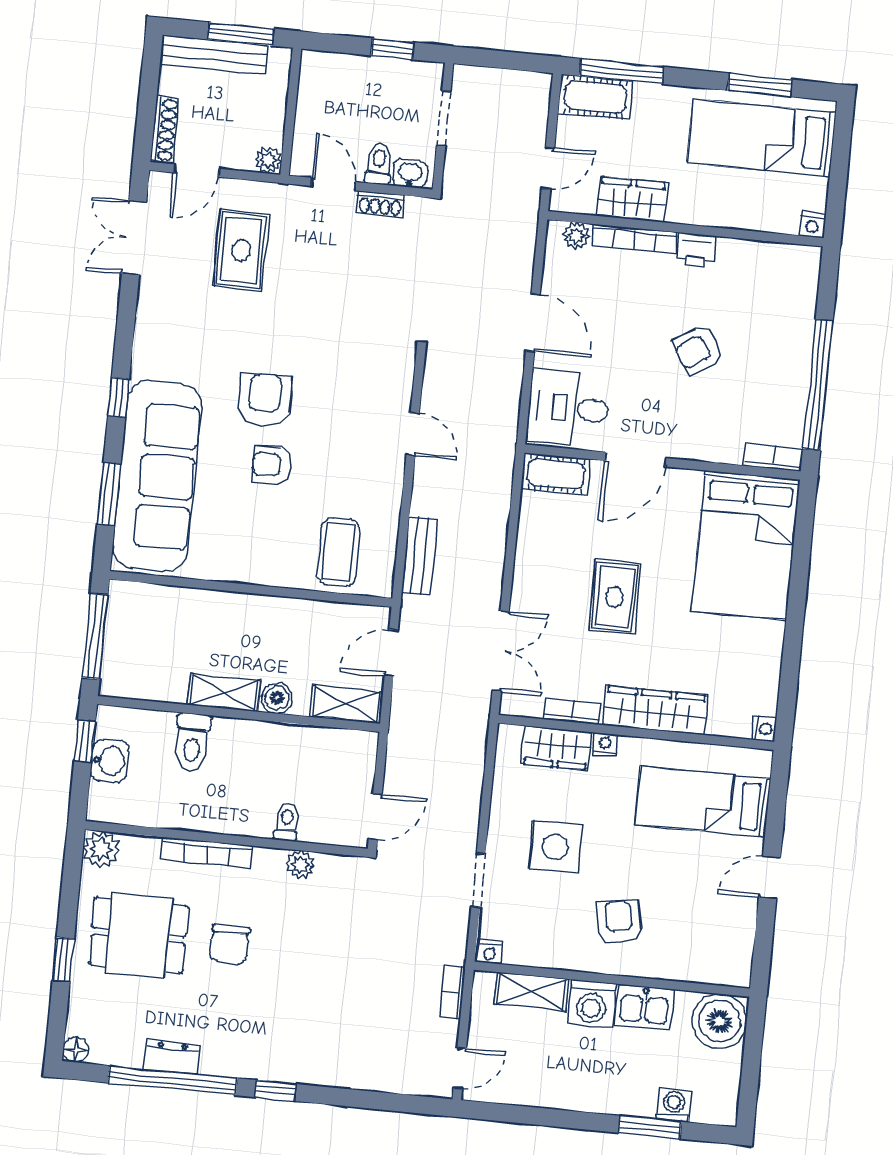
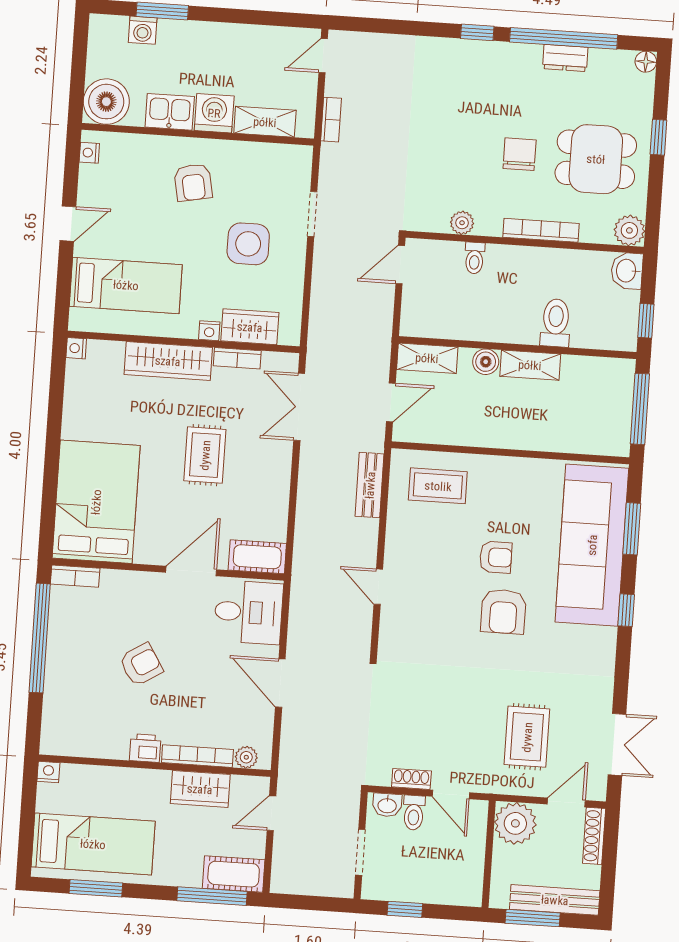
plant: (268, 160) -> (515, 823), width x1.88, depth x1.88
coffee table: (338, 552) -> (438, 486), turned 90
washbasin: (110, 761) -> (627, 271), moved
nightstand: (490, 952) -> (89, 153), moved, turned -90

